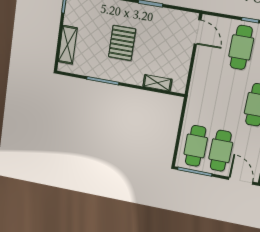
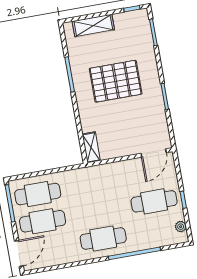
pallet: (122, 43) -> (116, 81), width x1.37, depth x1.41
shelving: (157, 83) -> (91, 147), moved

